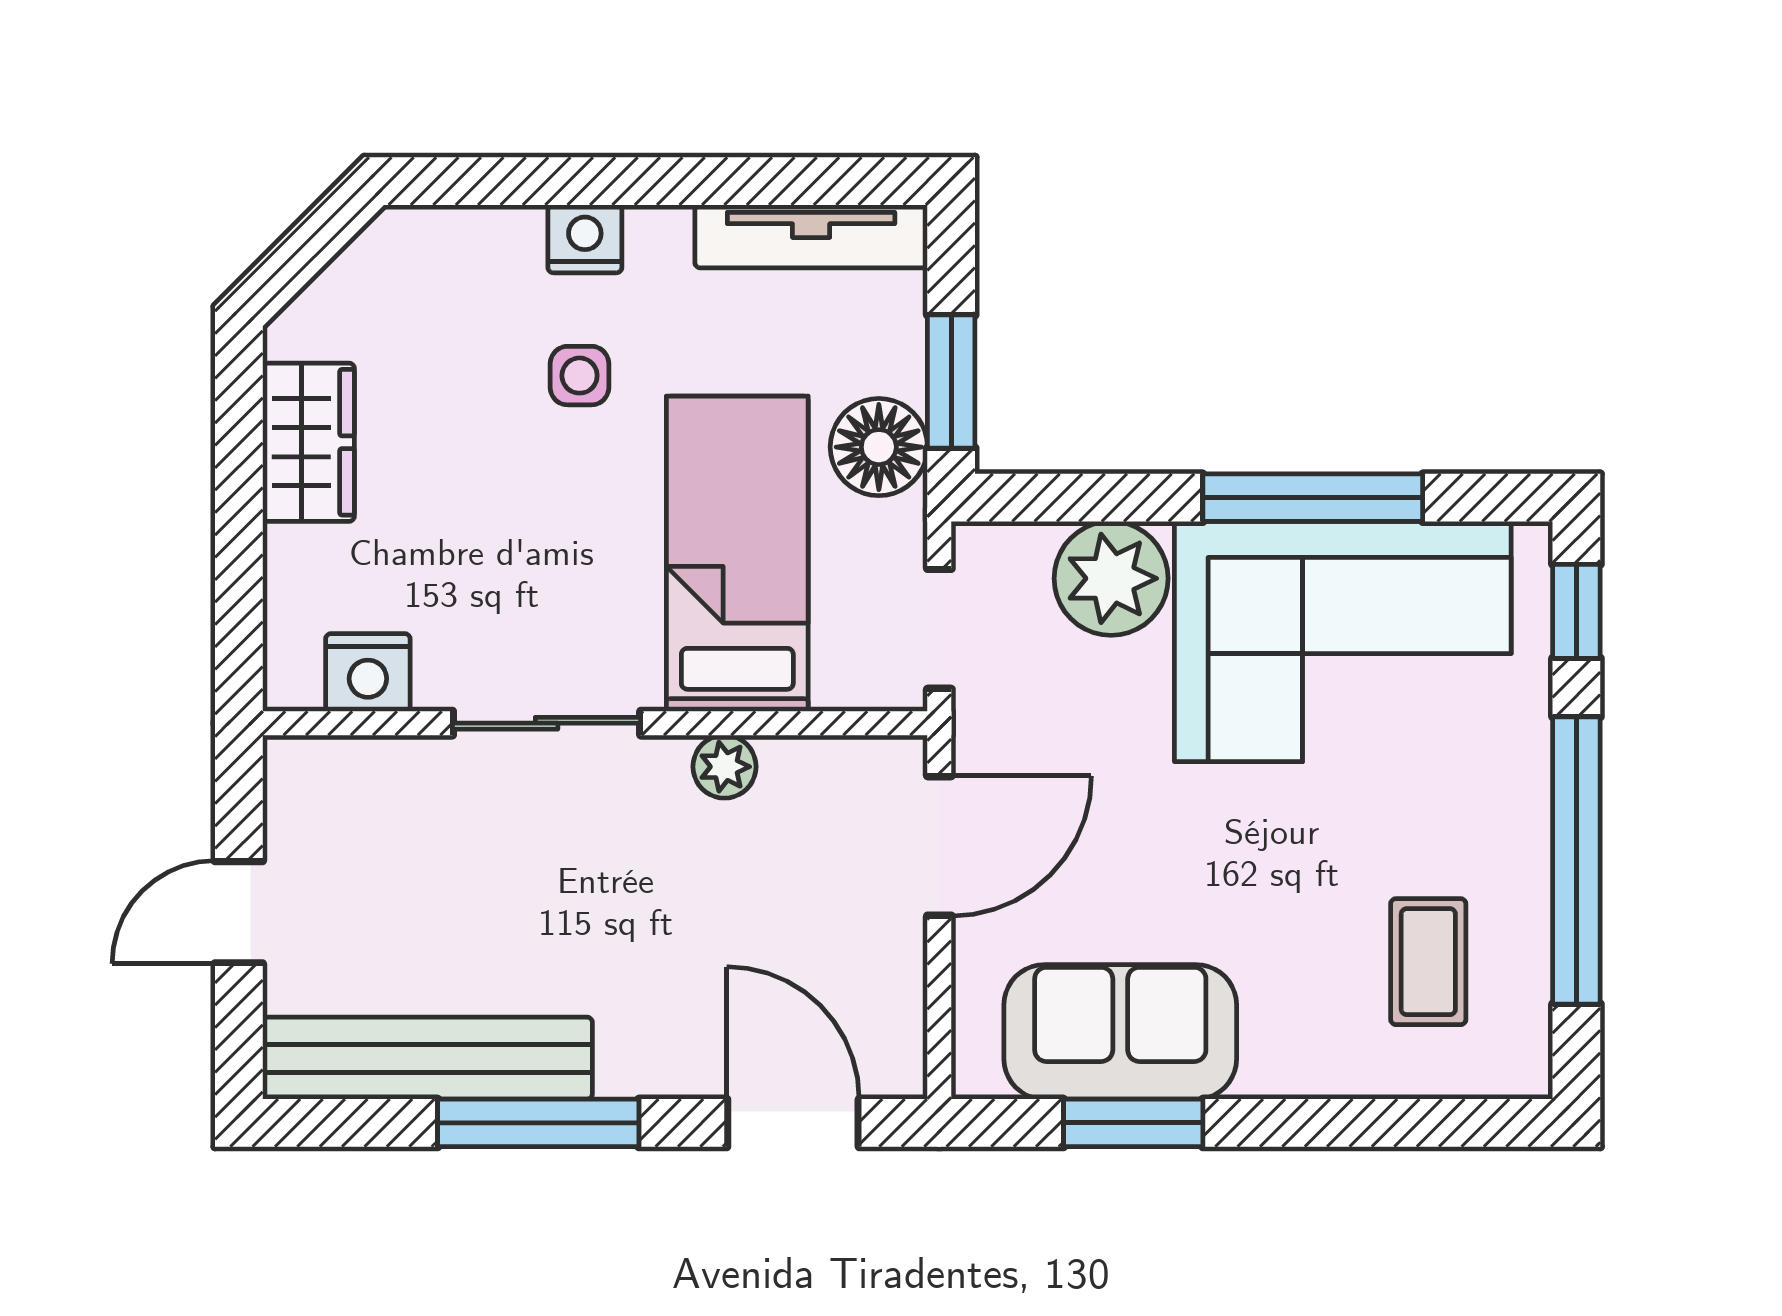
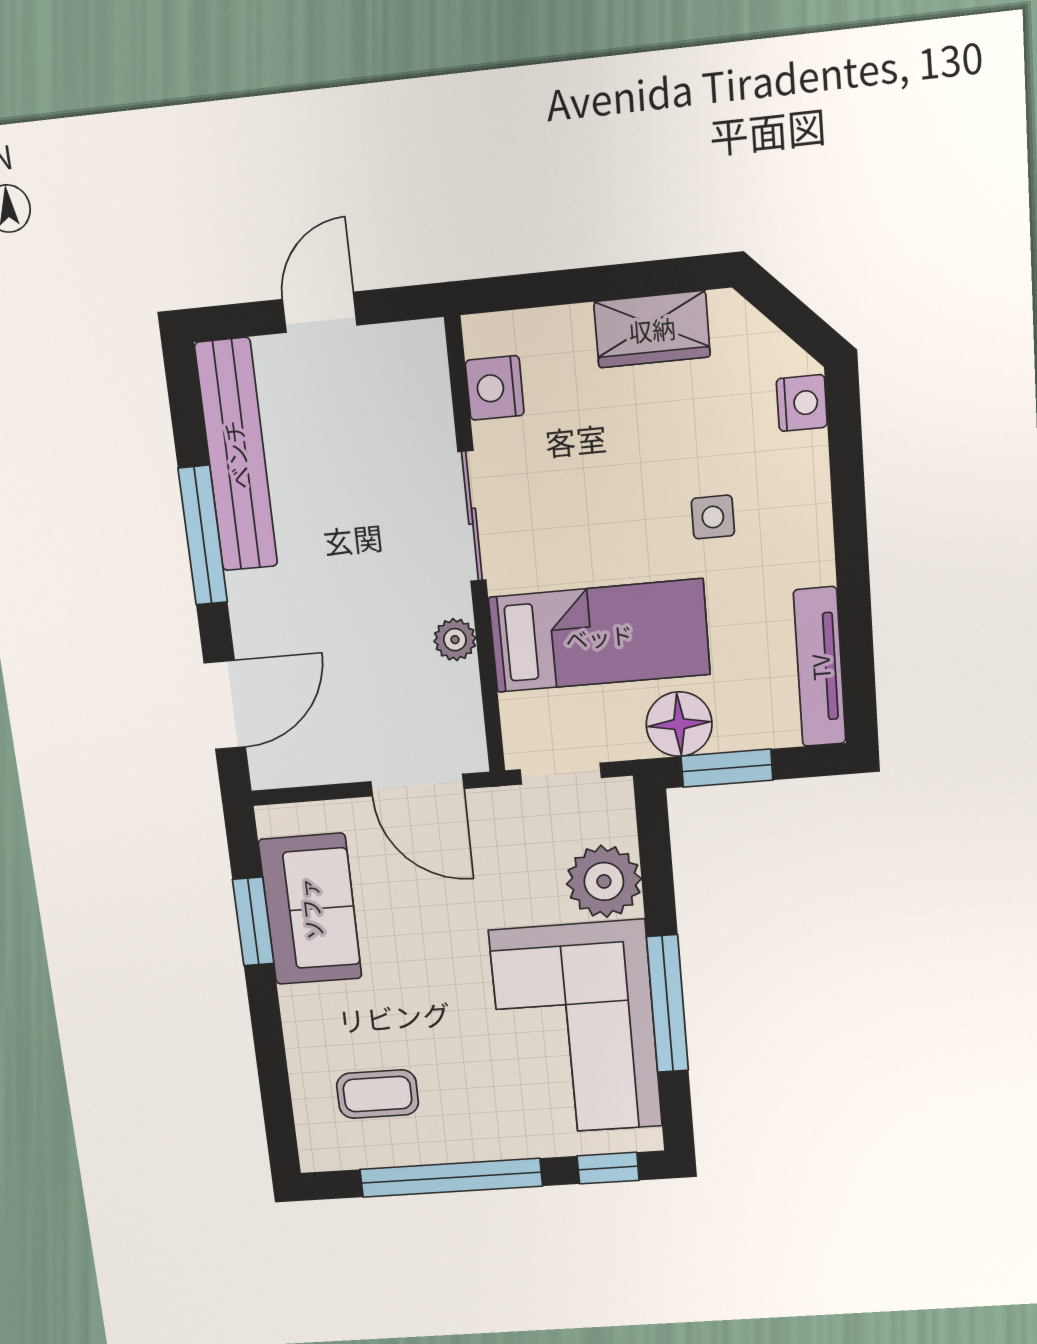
nightstand: (585, 239) -> (802, 403), moved
door: (239, 912) -> (320, 312), hinge flipped

